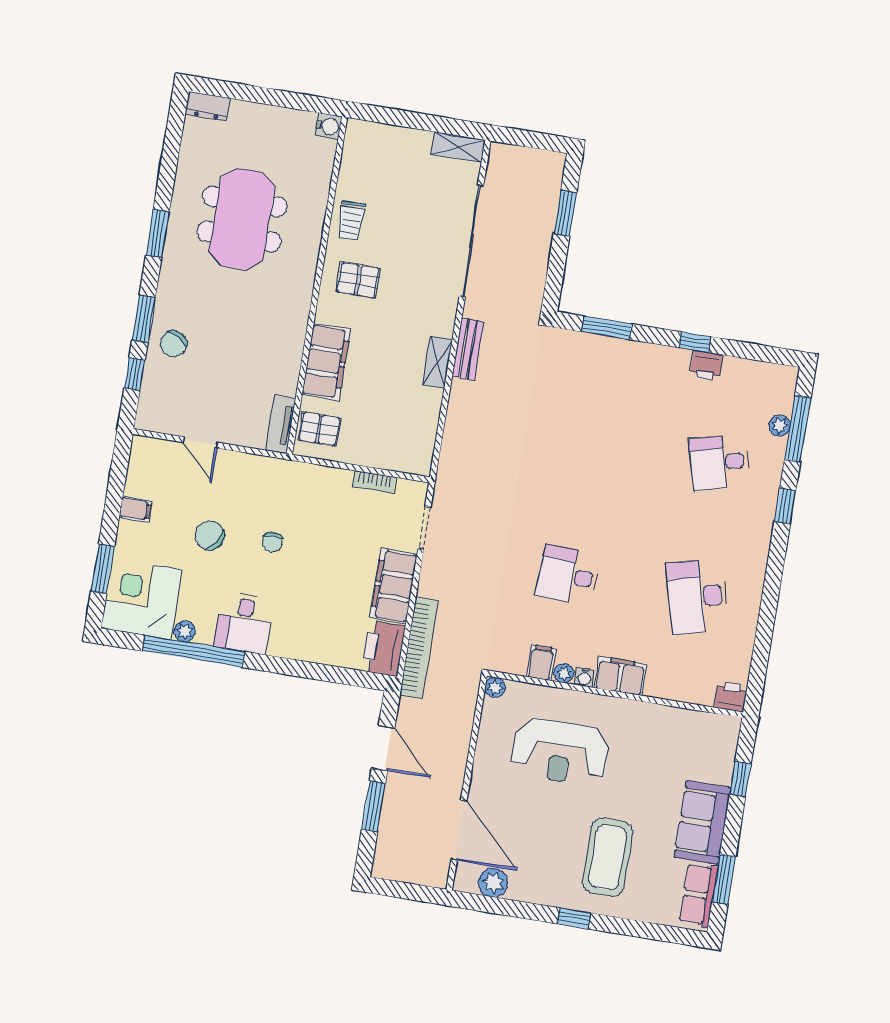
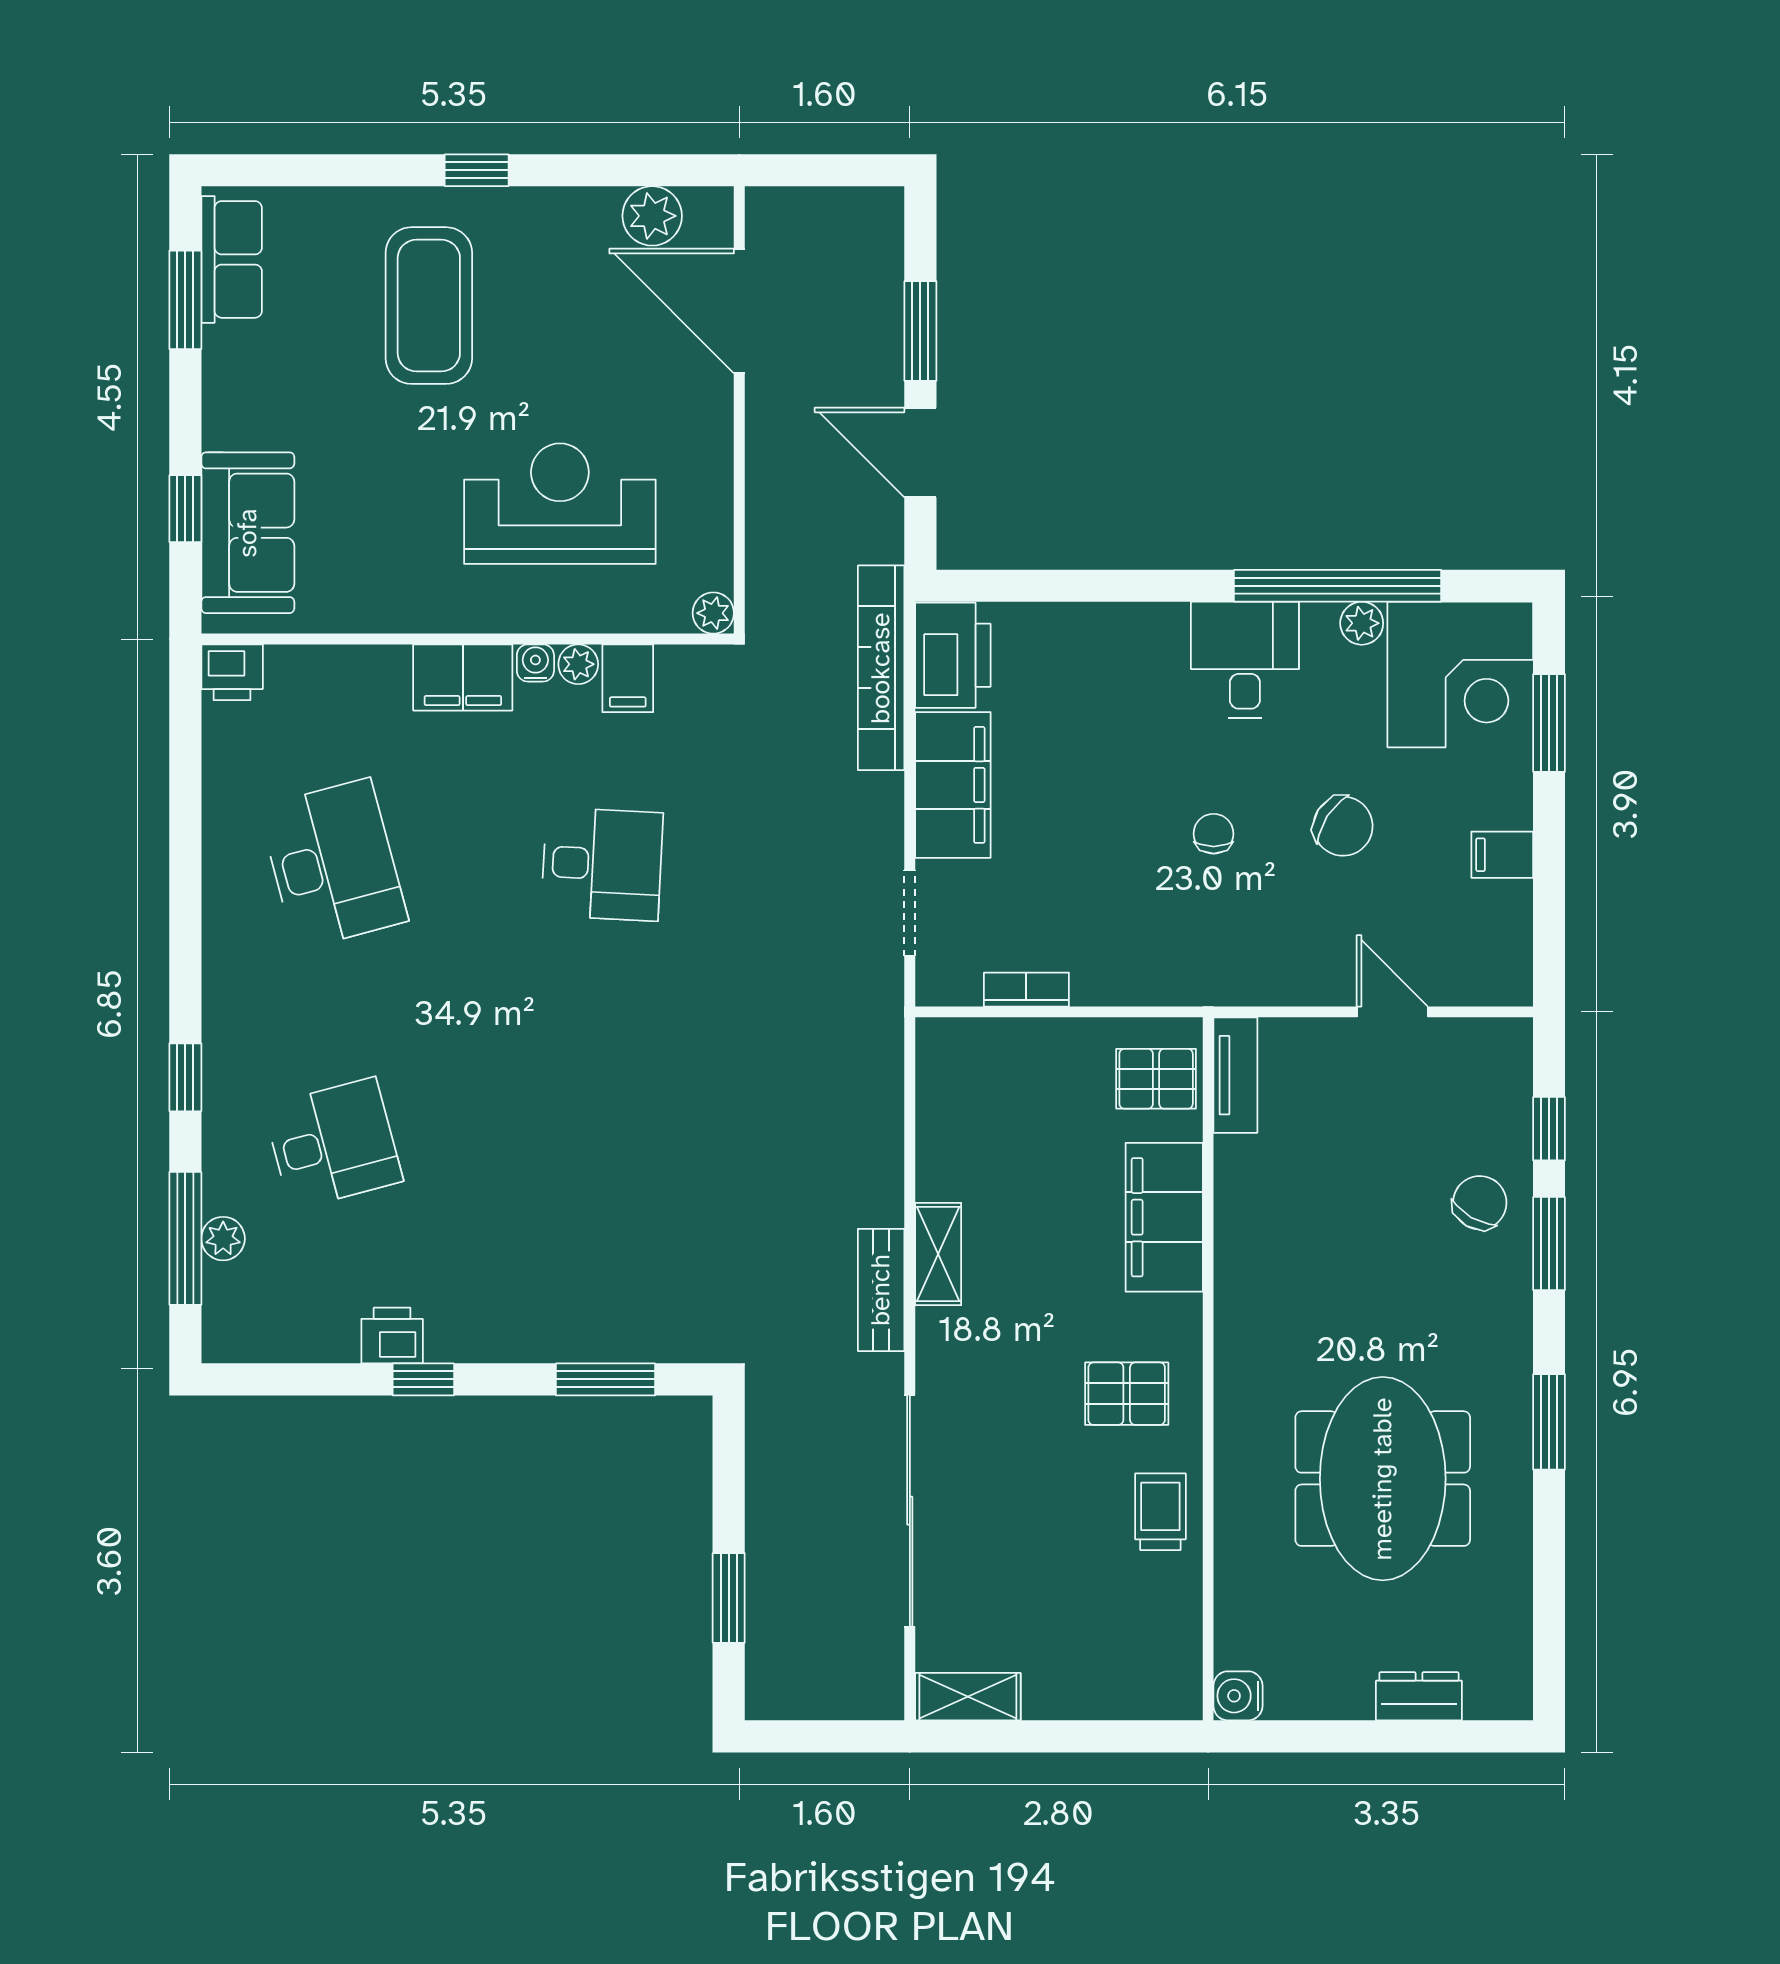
dresser: (207, 106) -> (1419, 1696), moved
sofa: (702, 822) -> (248, 533), moved

